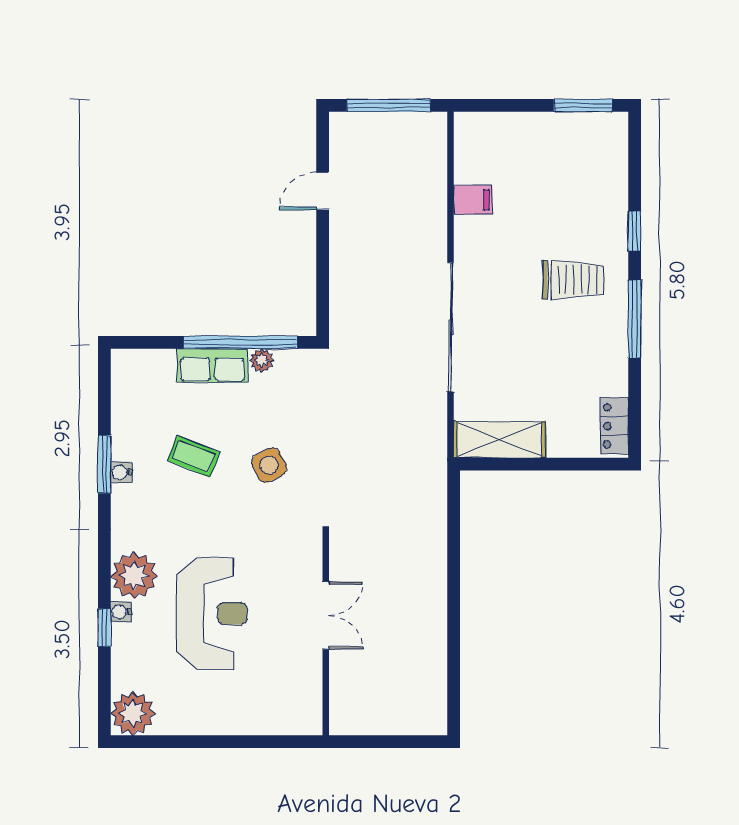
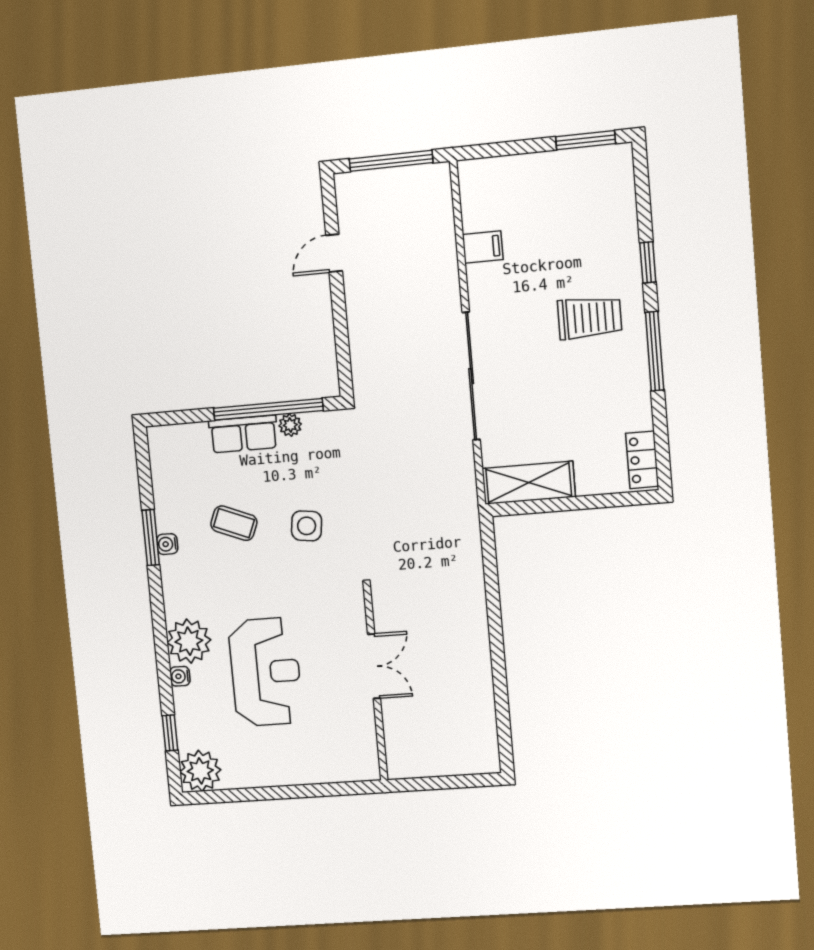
side table: (269, 465) -> (307, 526), turned 34
window: (104, 628) -> (170, 733), moved

